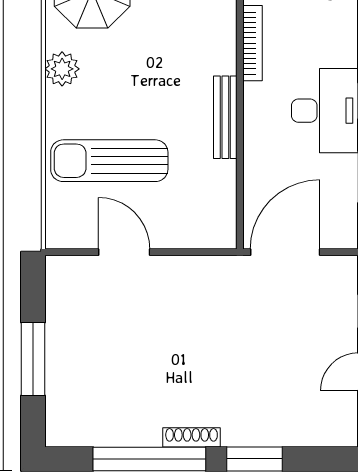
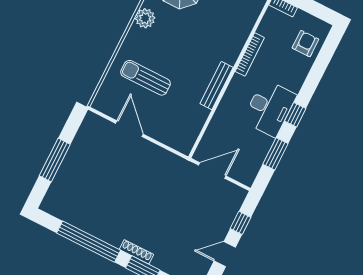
sun lounger: (109, 161) -> (146, 78), width x0.73, depth x0.75
door: (285, 252) -> (212, 171), width x0.73
shoe rack: (192, 437) -> (136, 252), moved

